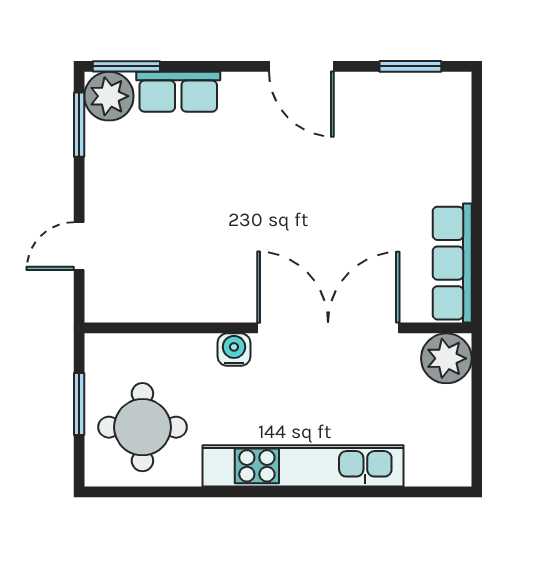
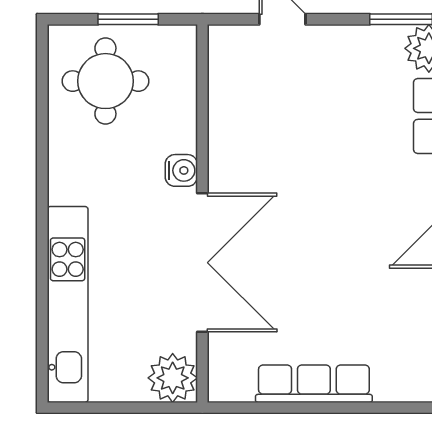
row of seats: (452, 263) -> (314, 384), moved
kitchen unit: (303, 466) -> (68, 304), moved

